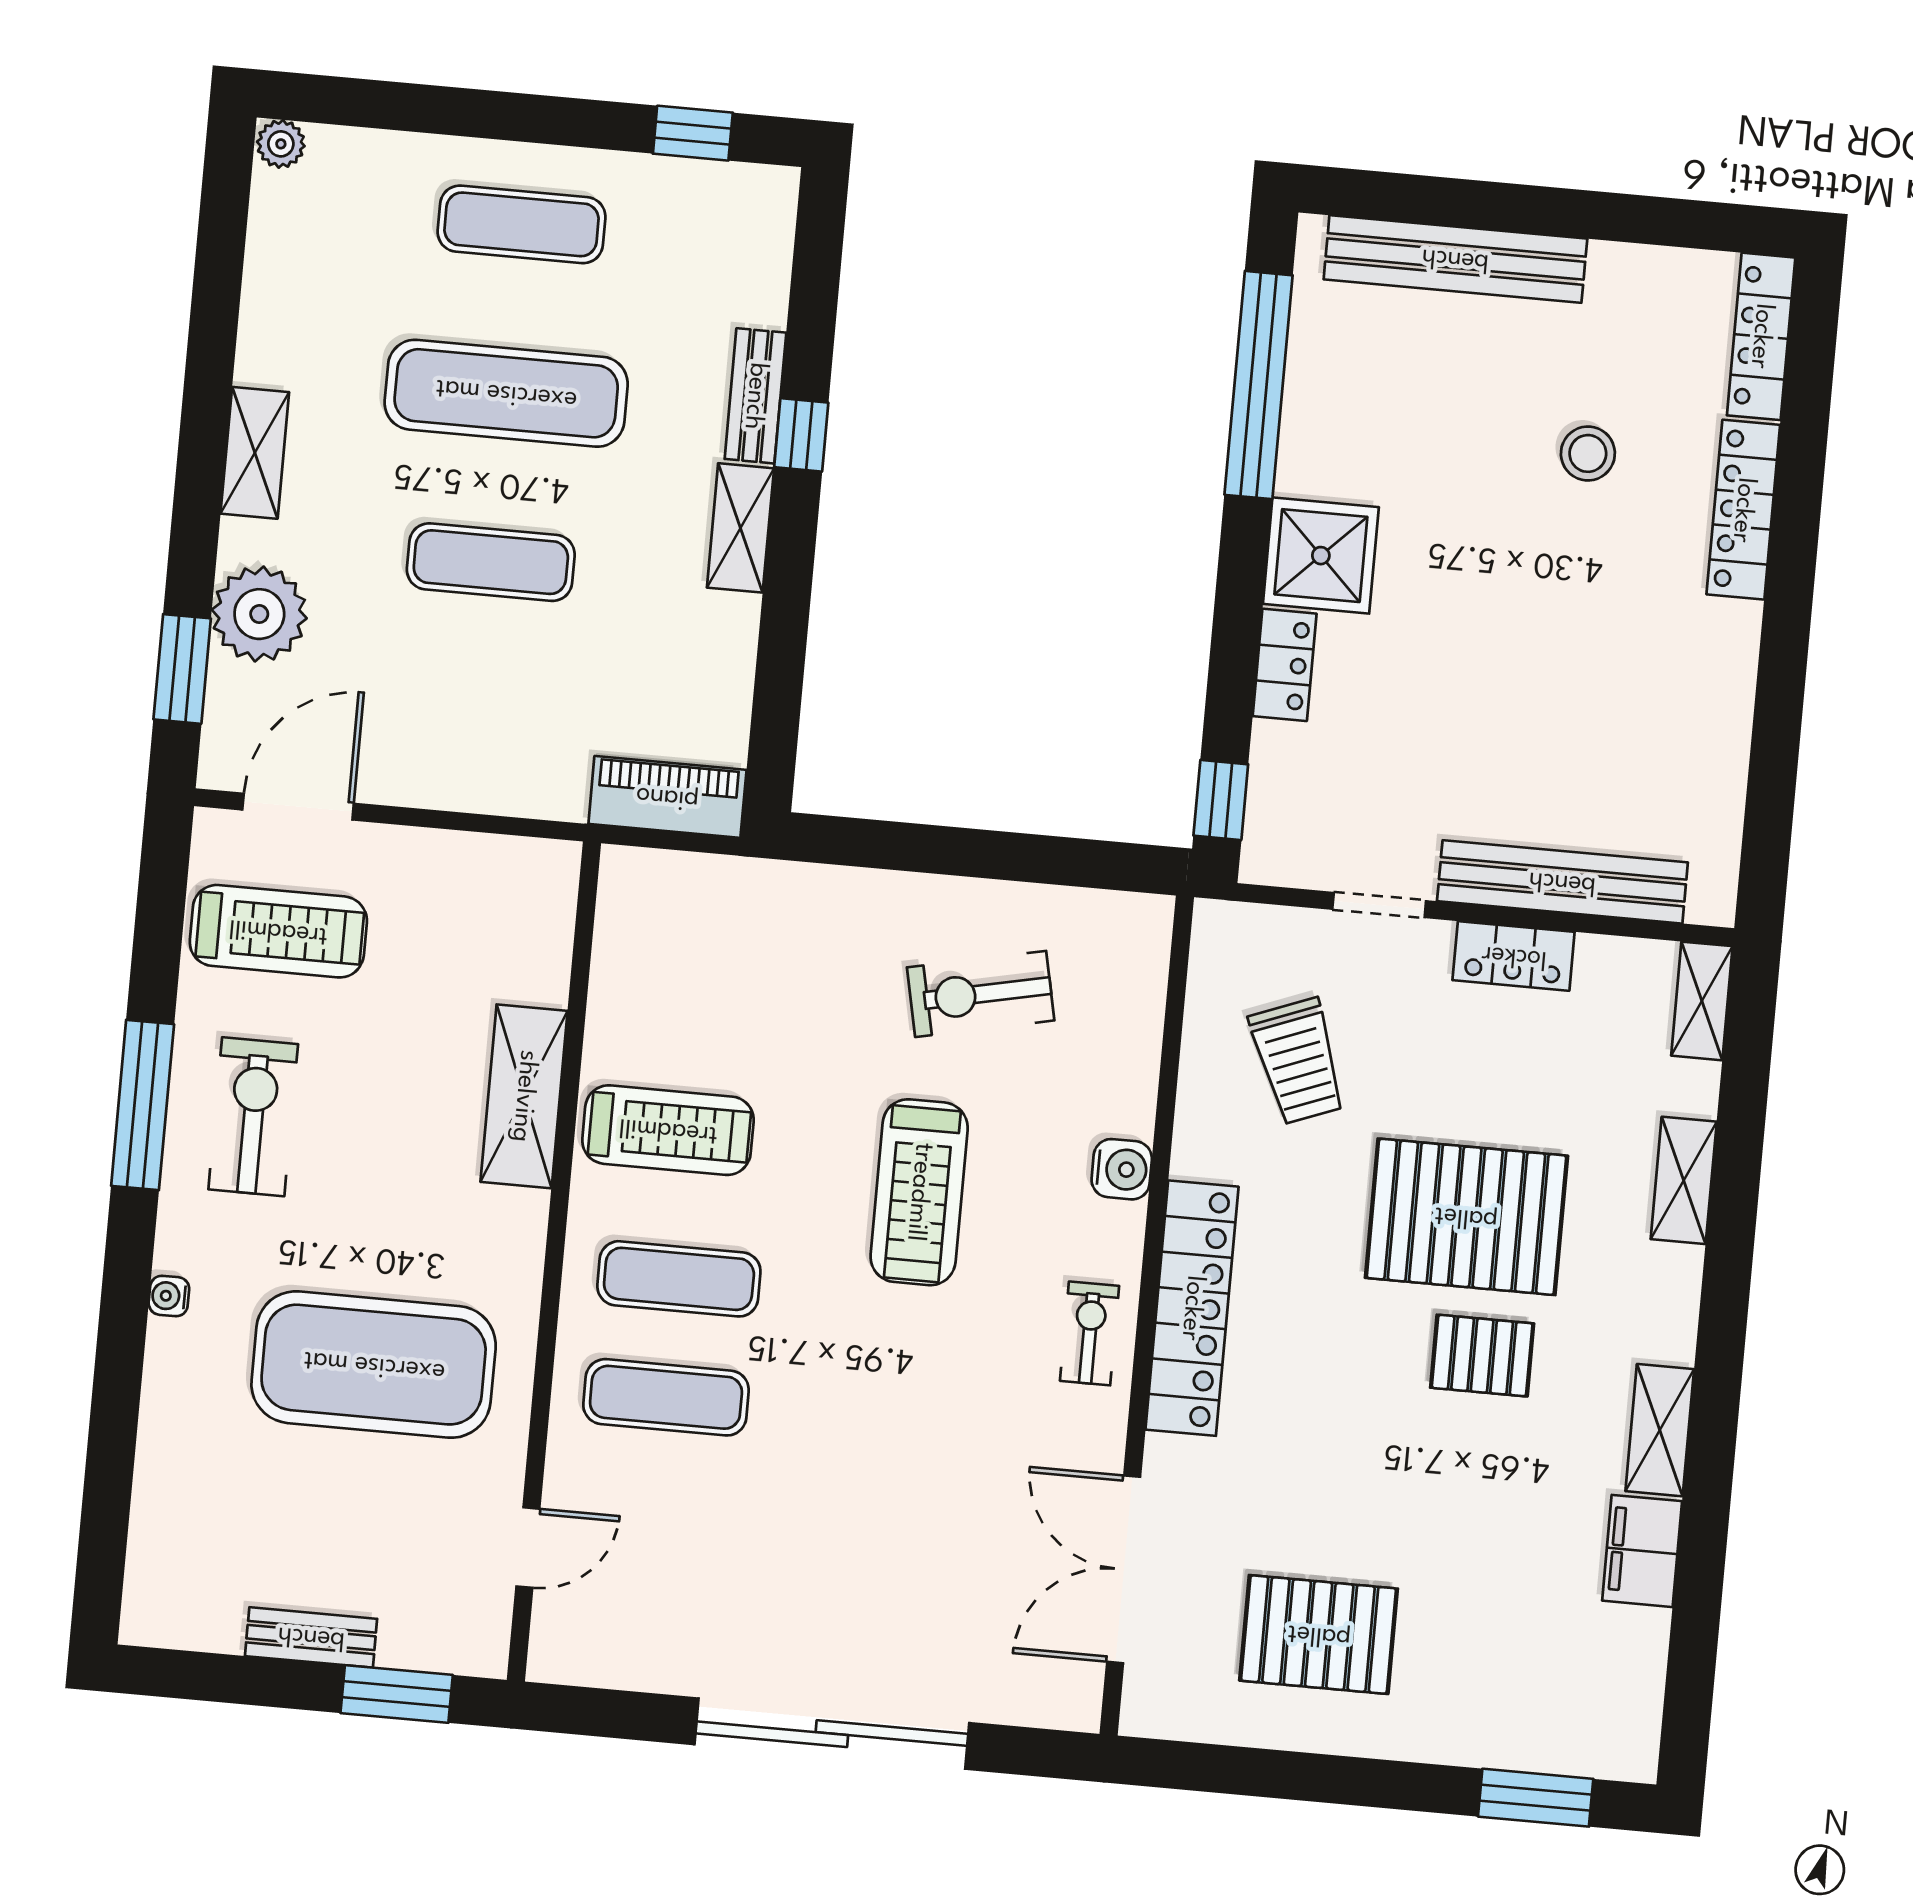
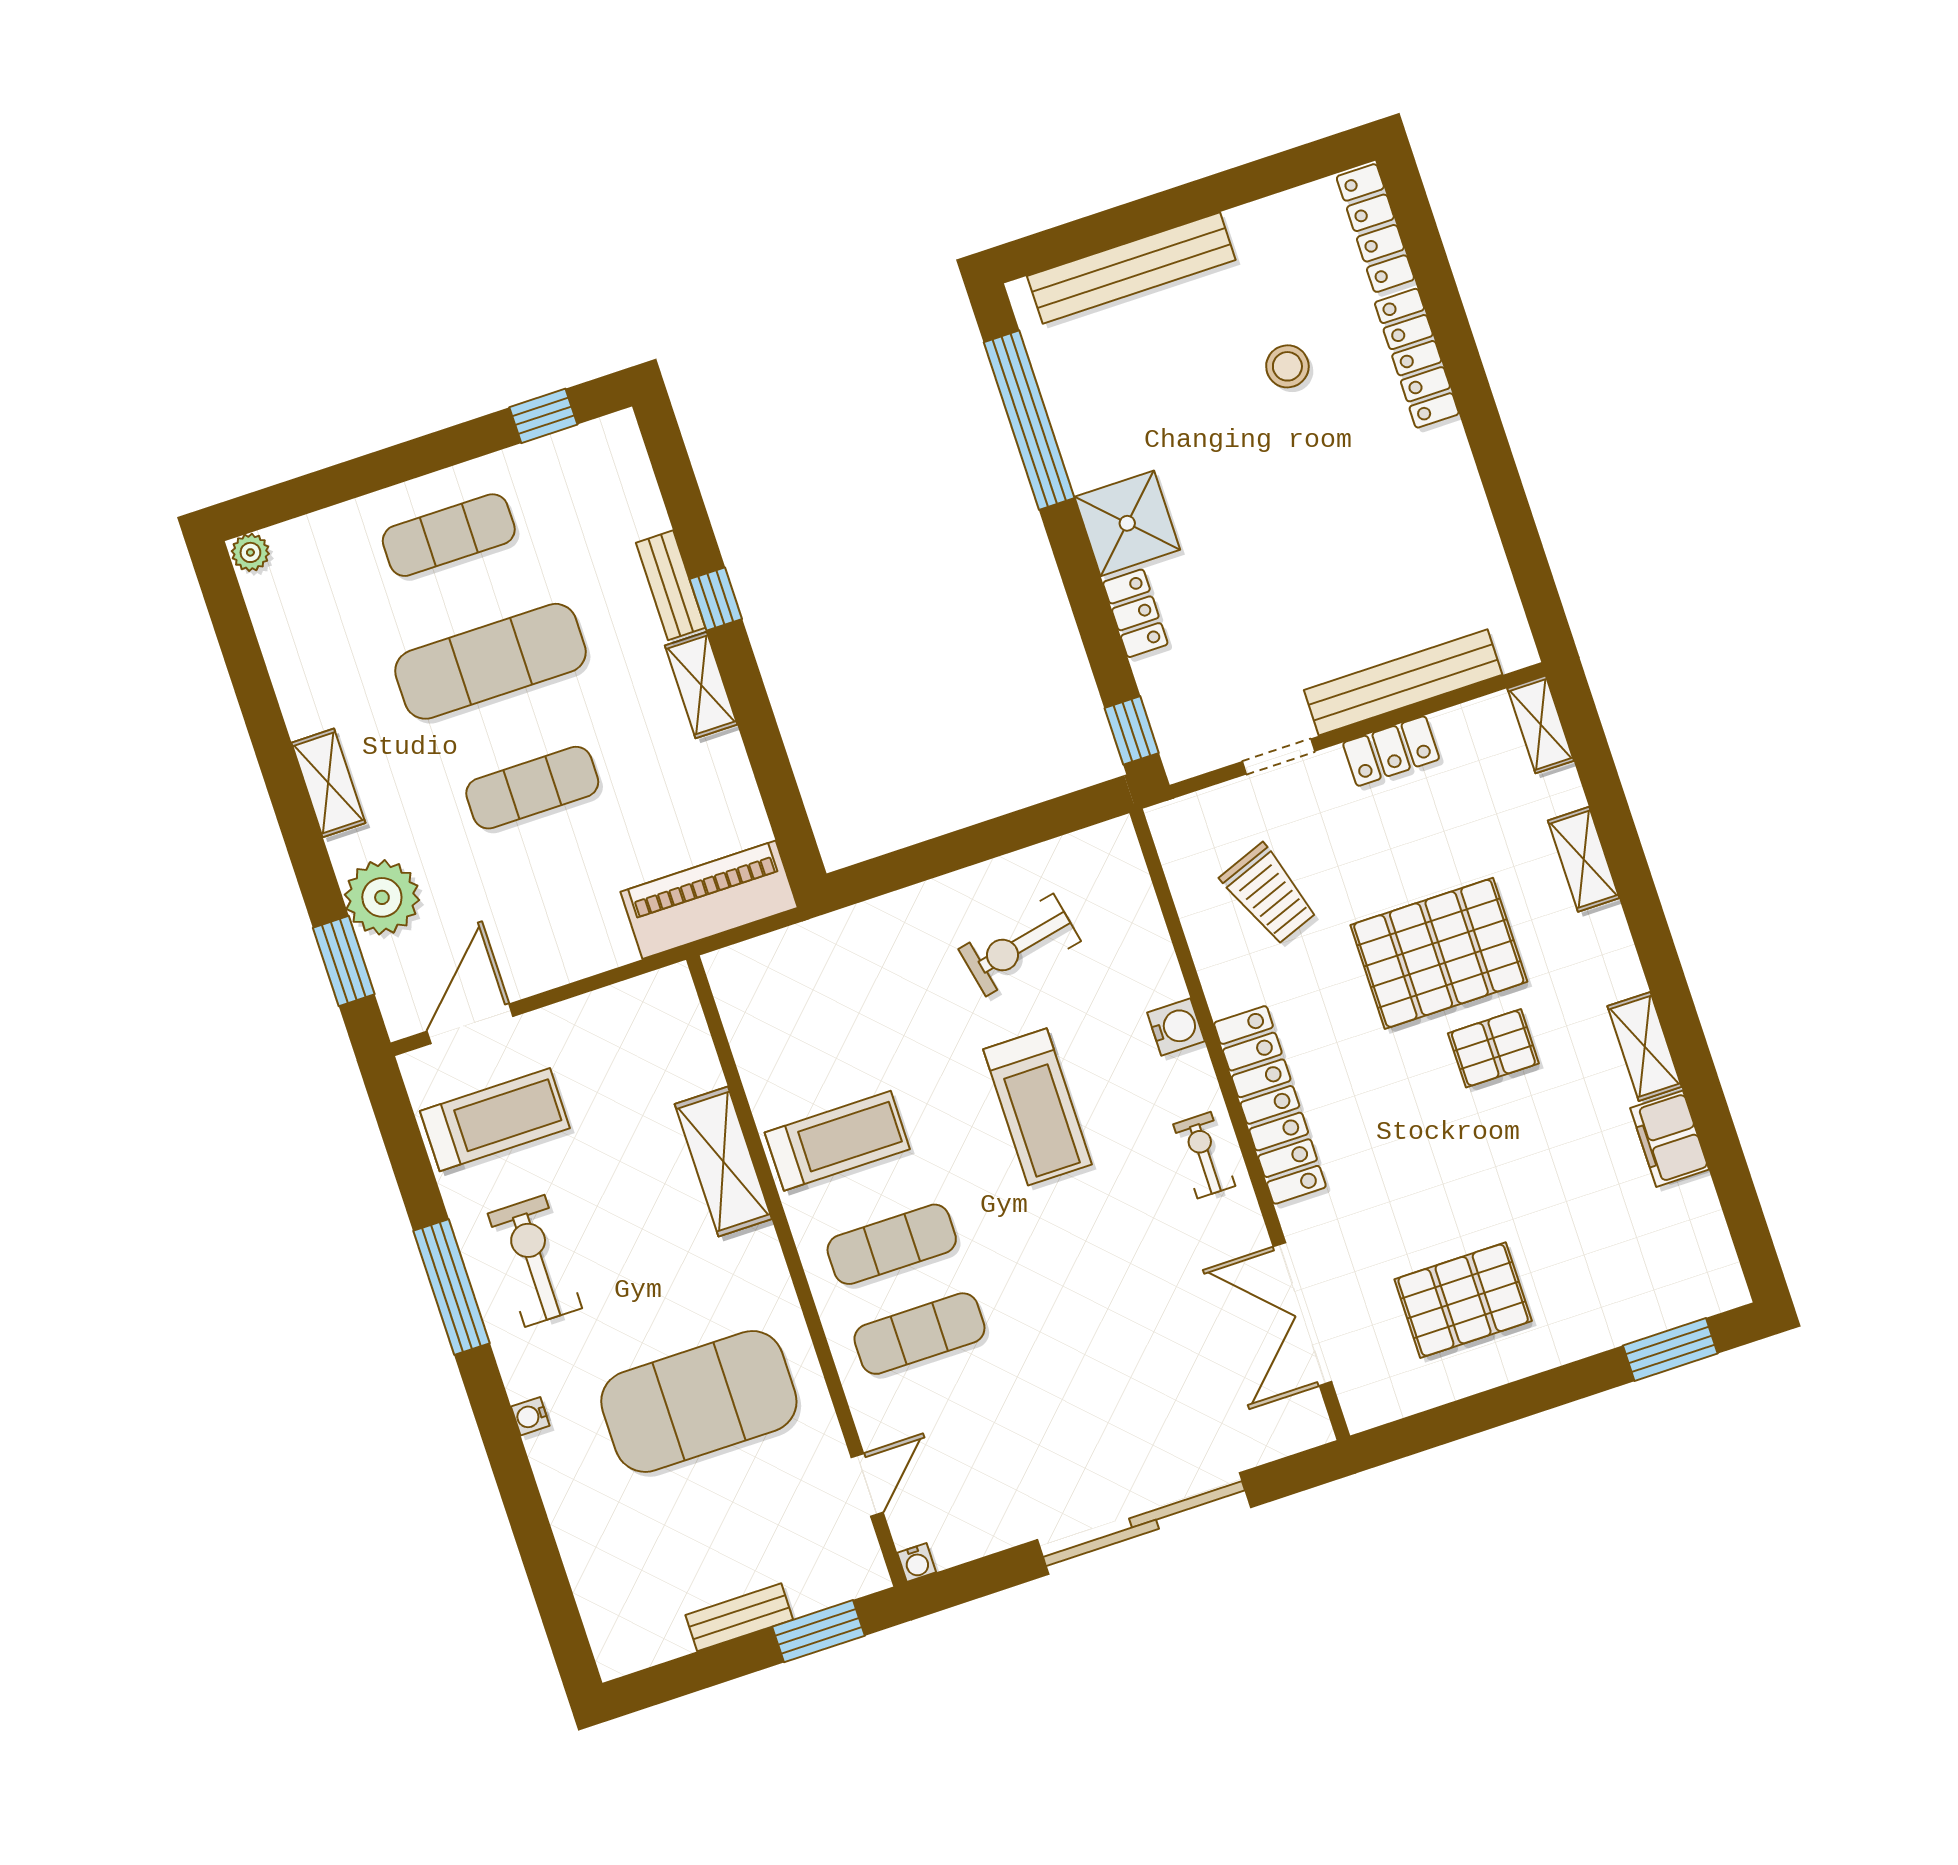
piano: (667, 797) -> (709, 900), width x1.37, depth x1.33
water cooler: (546, 1664) -> (917, 1563), added

